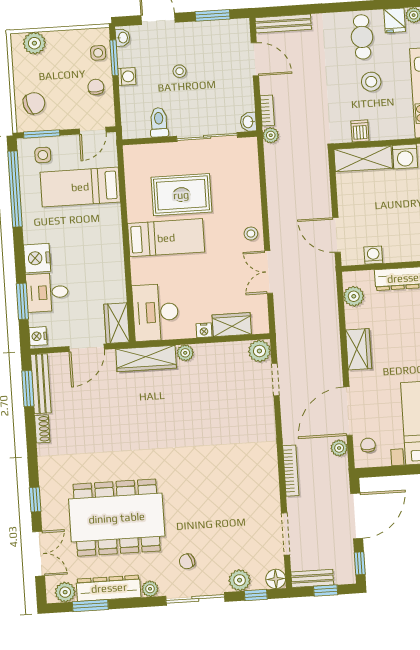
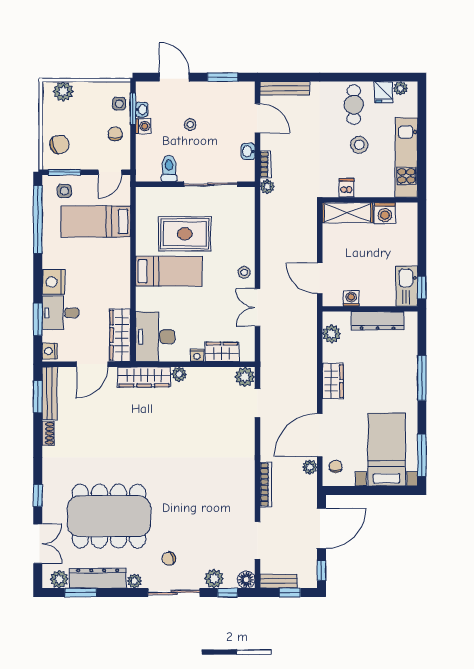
washbasin: (123, 38) -> (142, 110), moved
washbasin: (248, 122) -> (248, 151), moved
wardrobe: (117, 323) -> (120, 335), width x1.50

